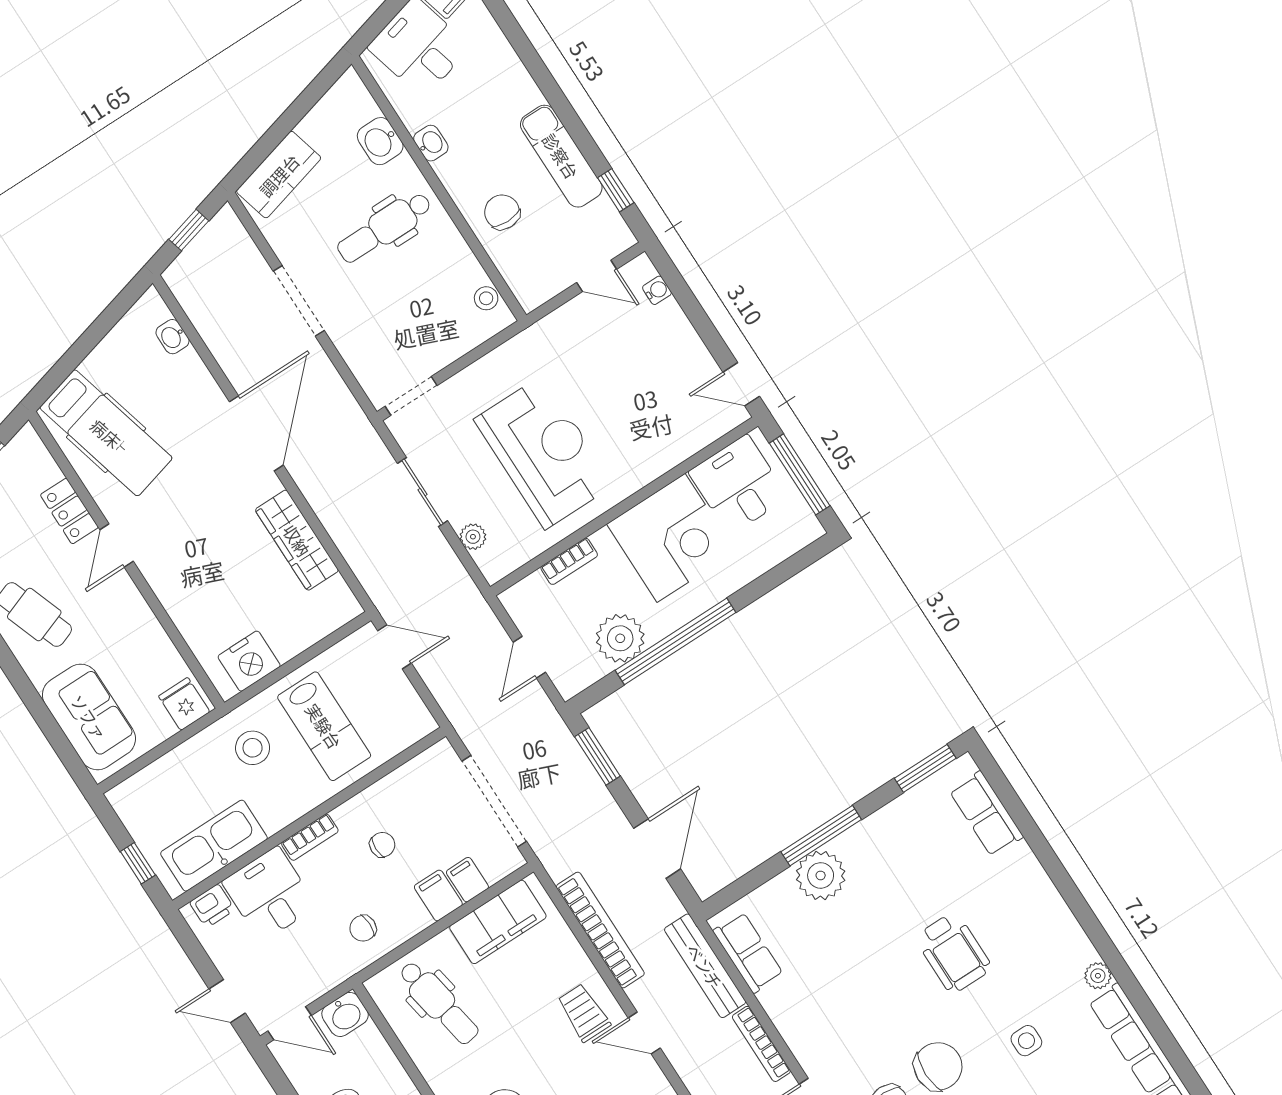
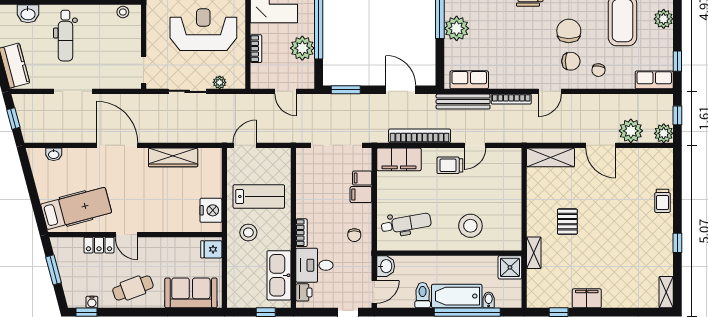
chair: (382, 845) -> (324, 204), removed
filing cabinet: (498, 922) -> (399, 159), moved, turned 90

